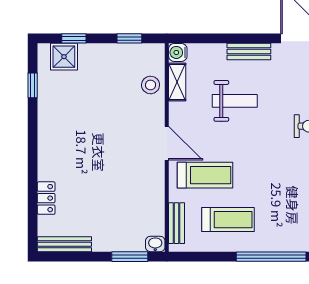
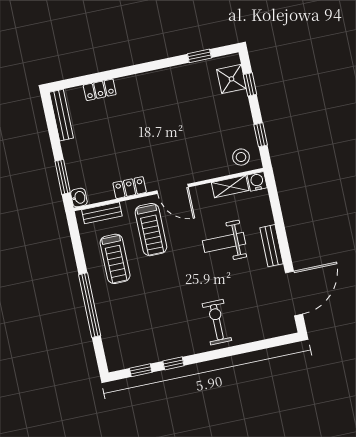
stool: (151, 85) -> (241, 157), moved
weight bench: (235, 101) -> (224, 242), turned 90
door: (167, 143) -> (173, 189), hinge flipped
locker: (156, 188) -> (130, 188), added

